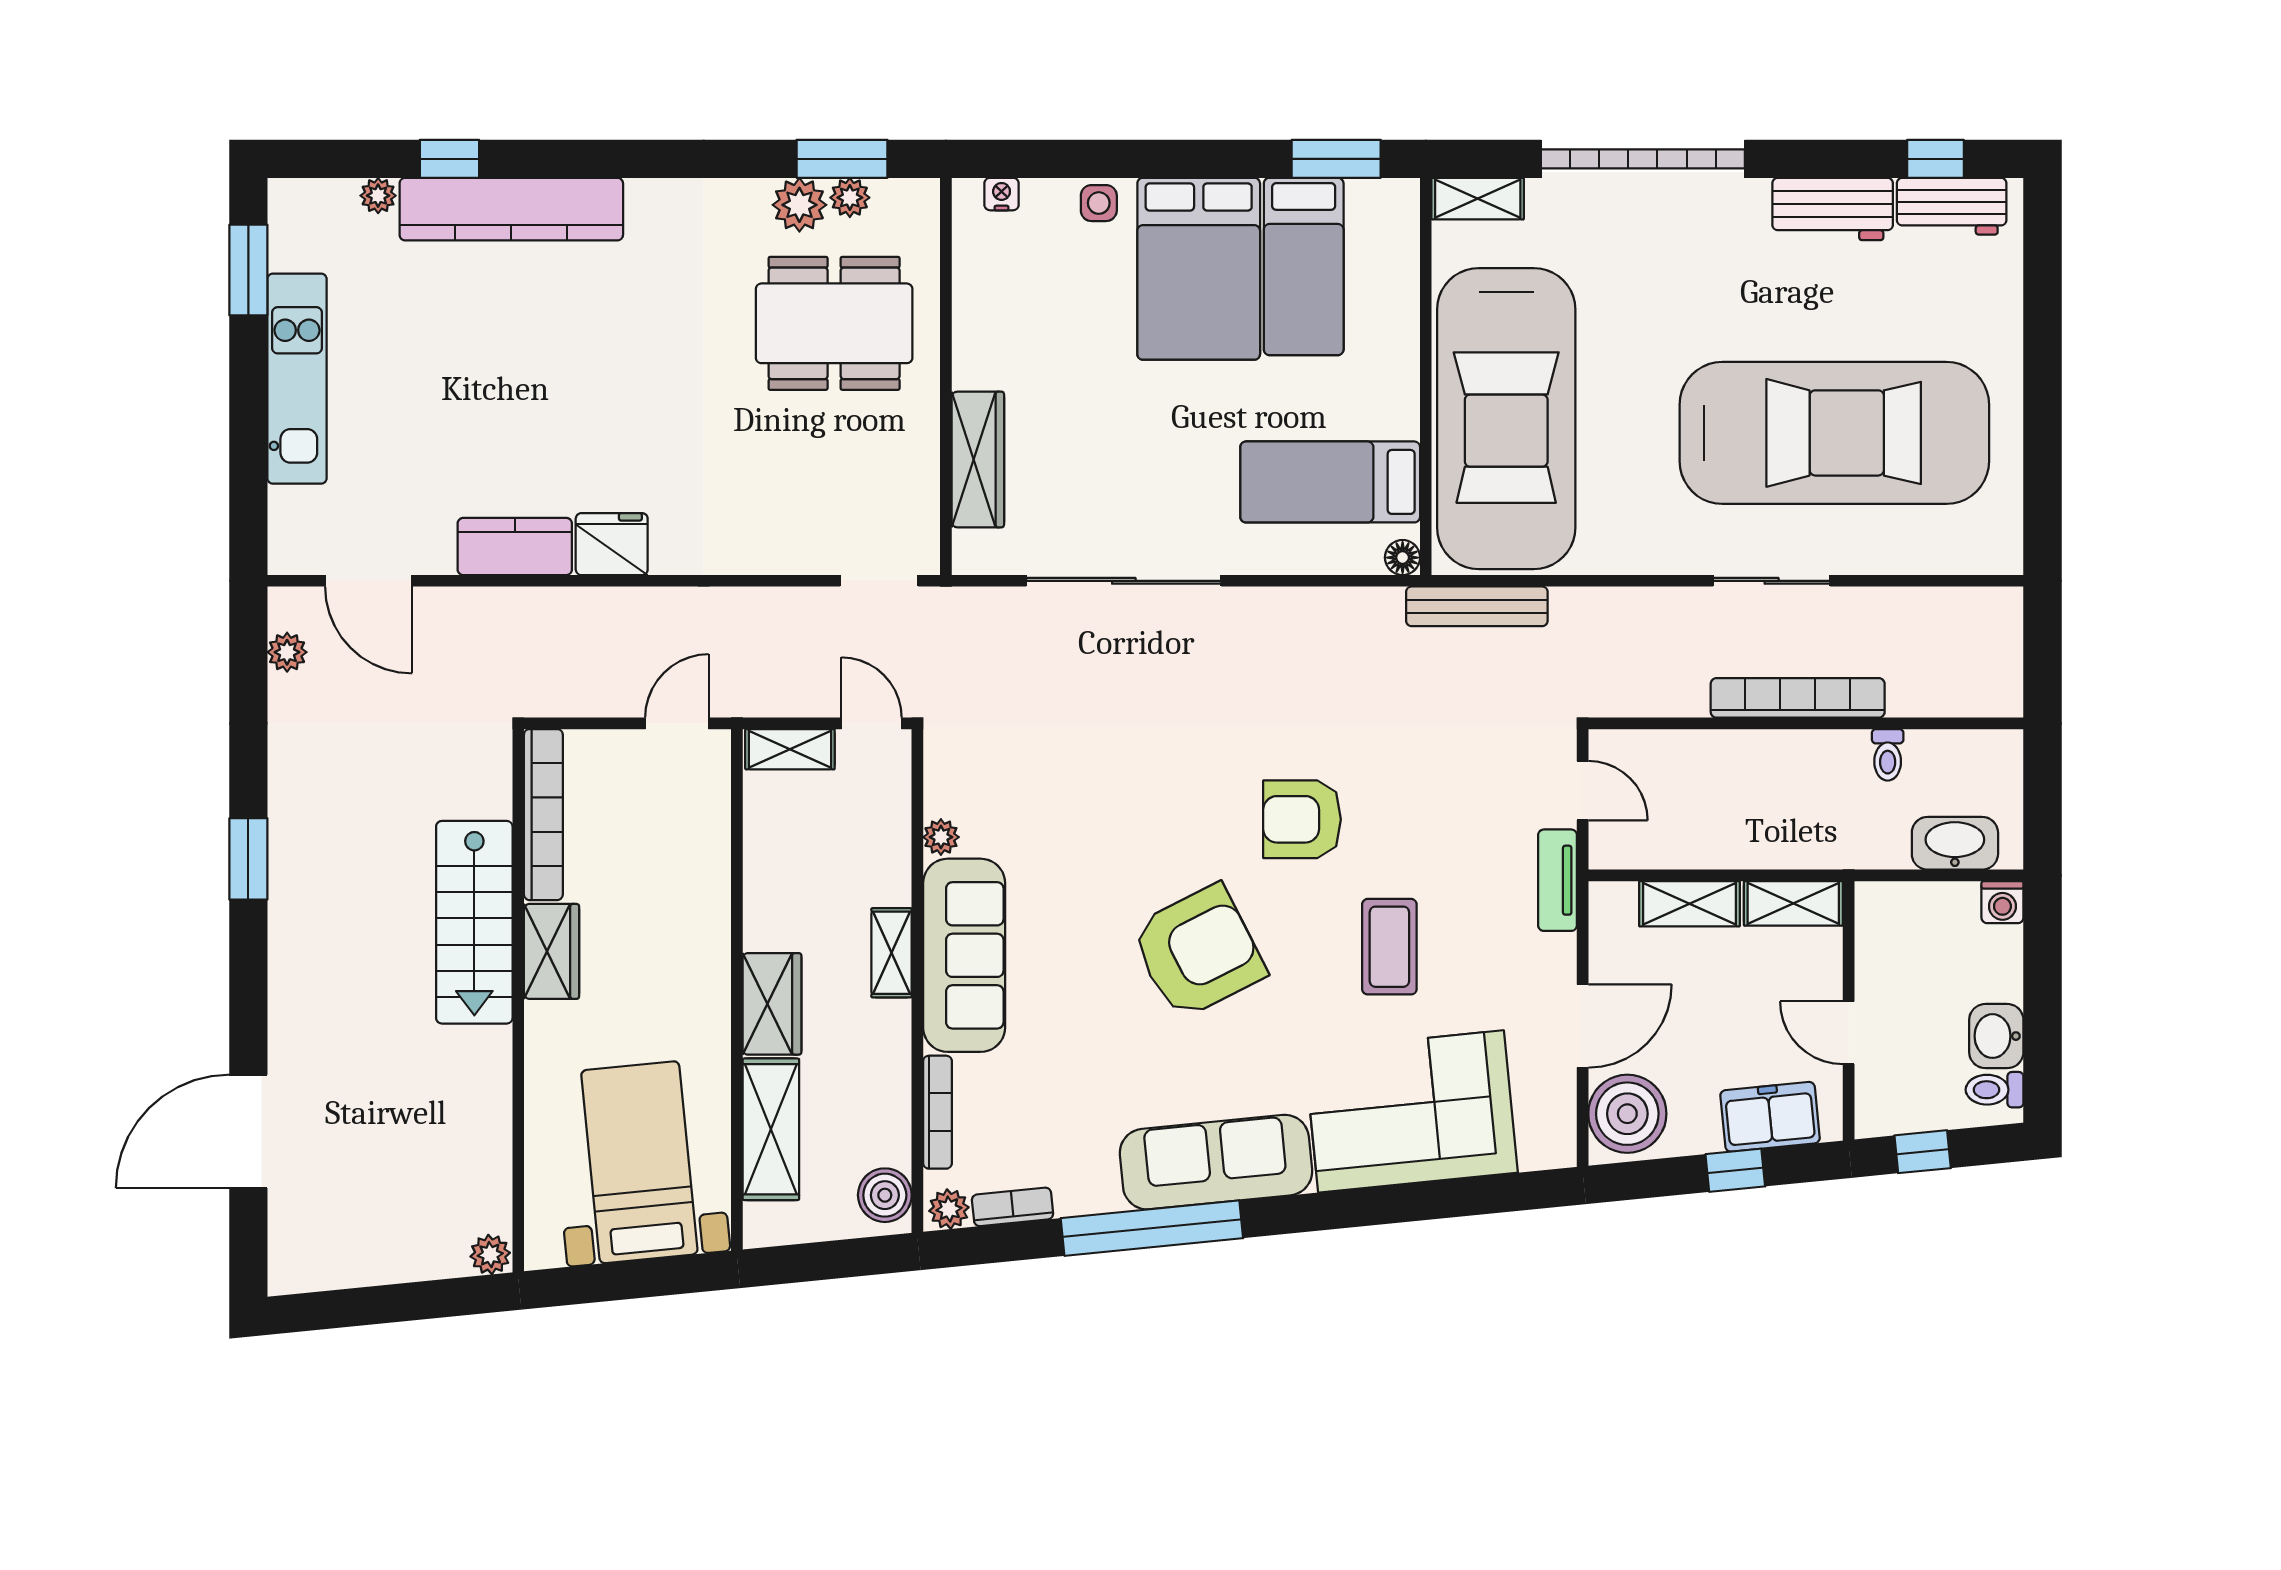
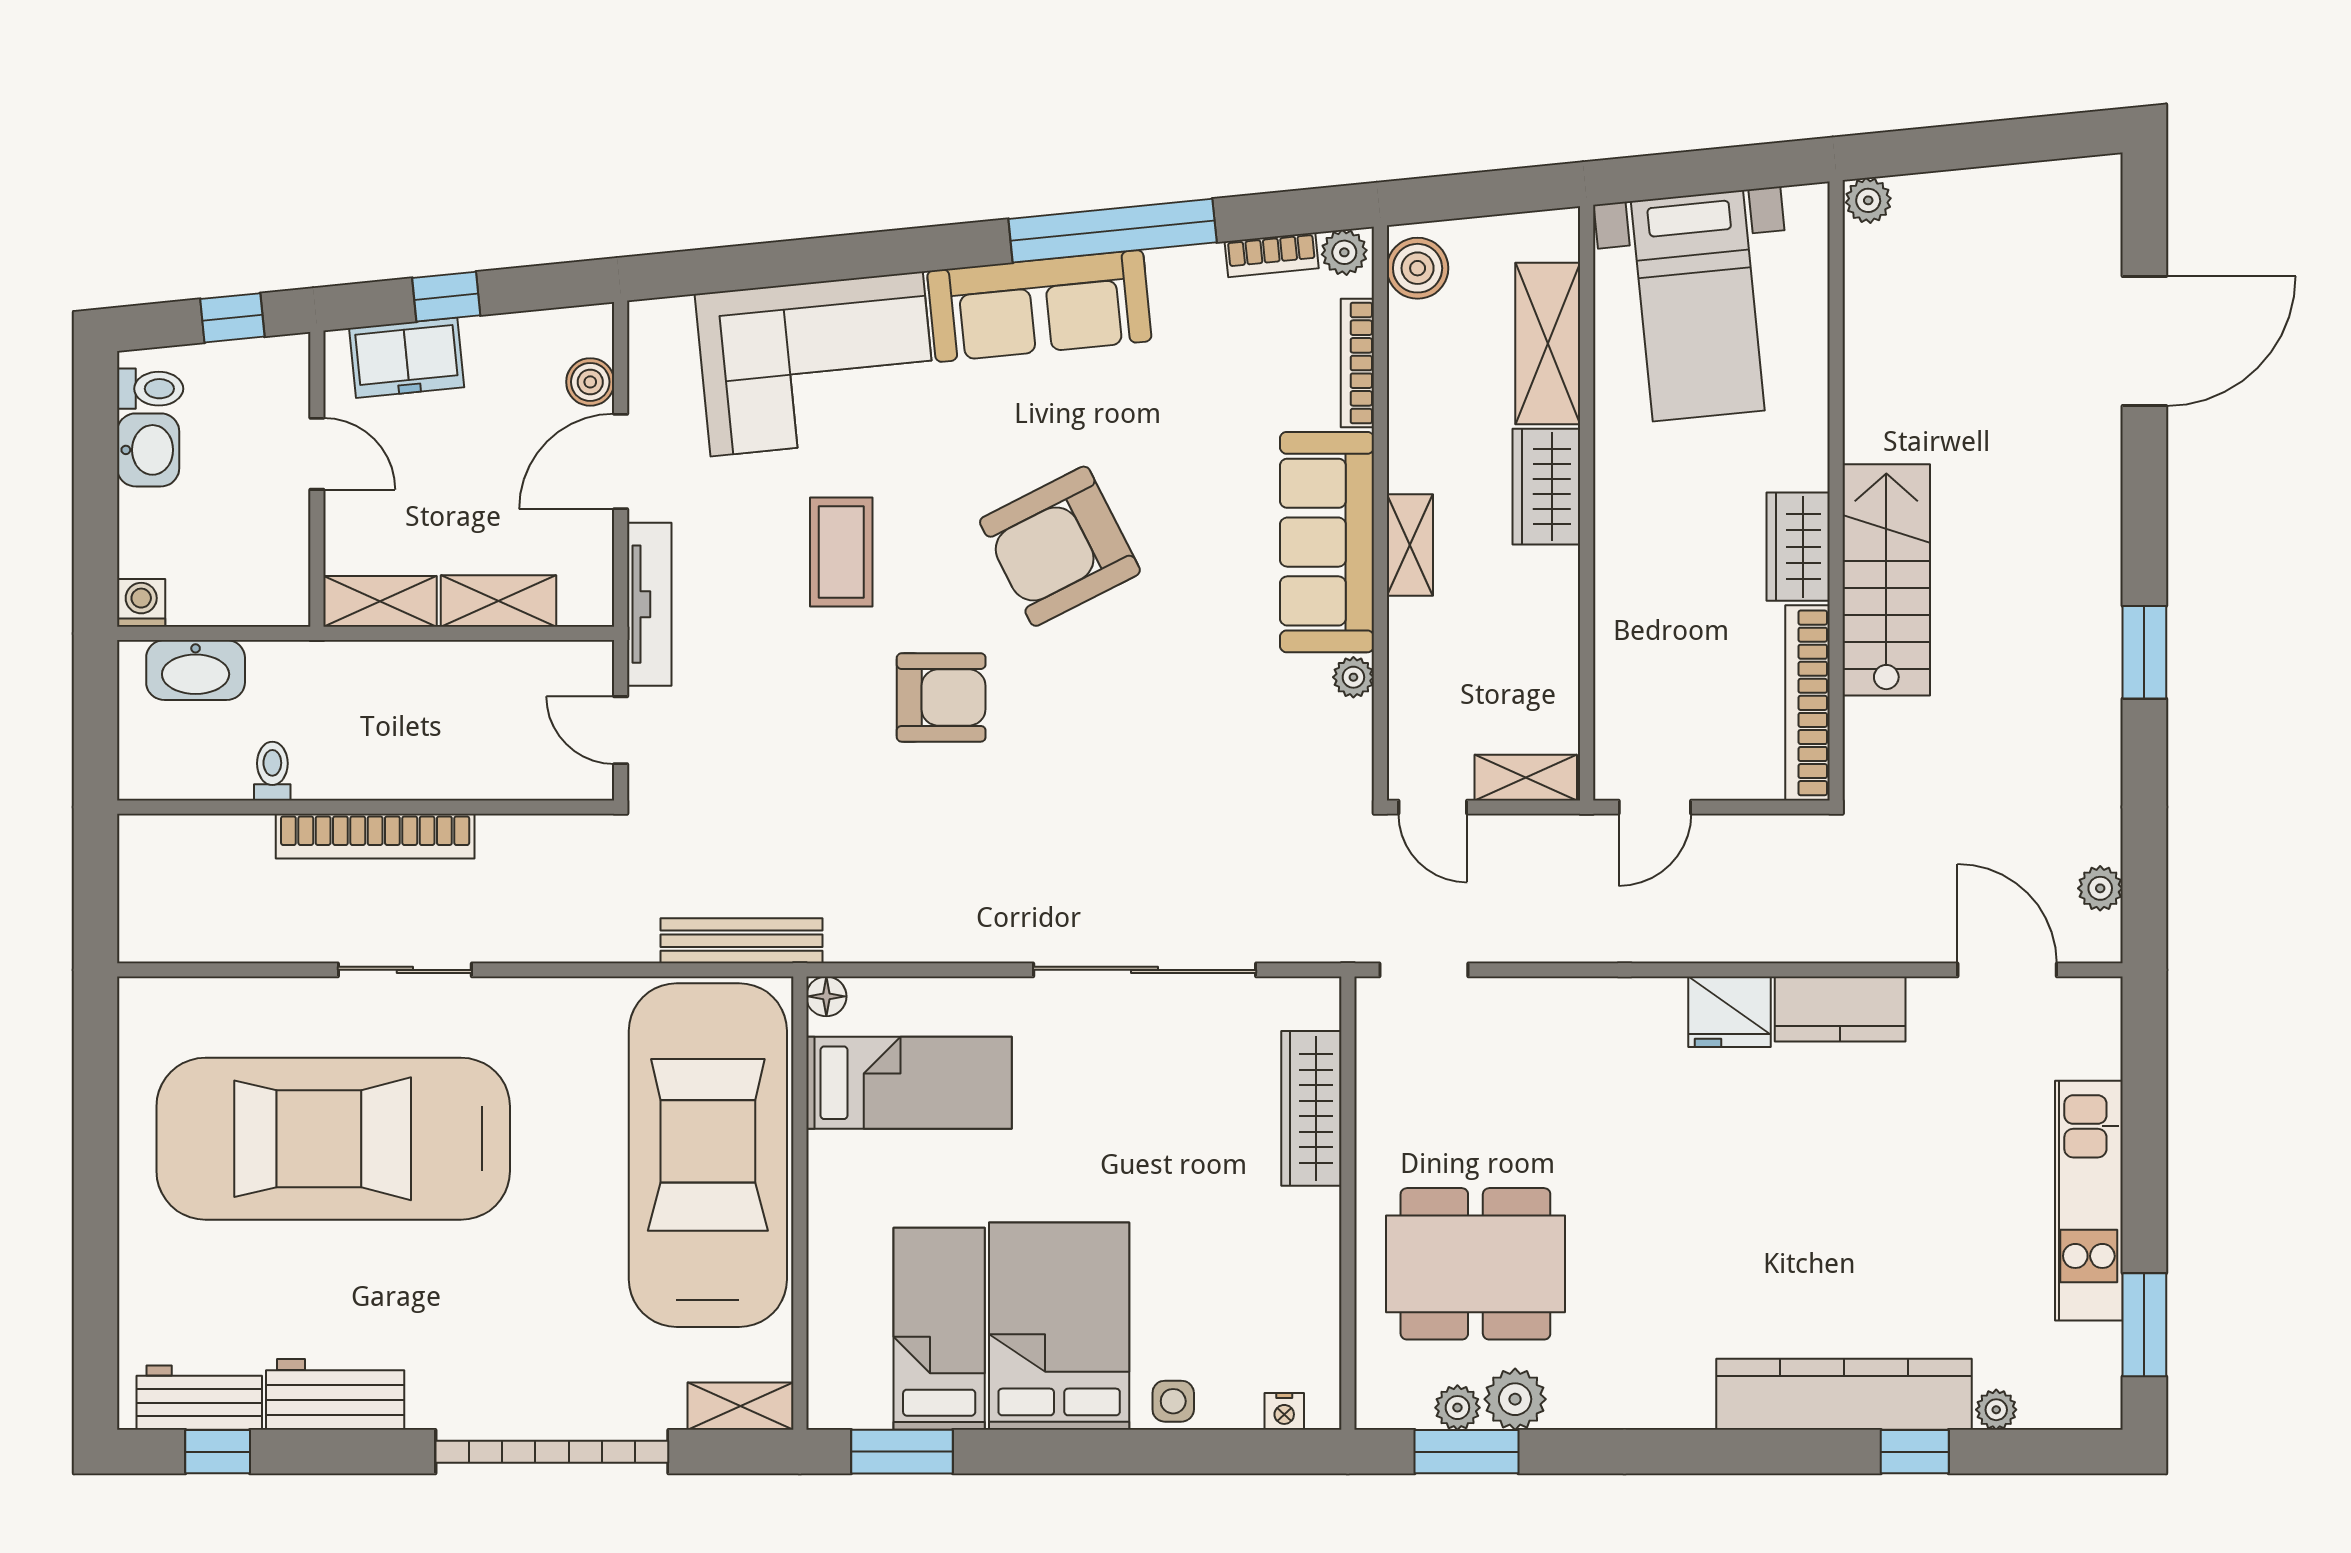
tv unit: (1558, 880) -> (649, 604), width x1.41
boiler: (1627, 1114) -> (590, 382), width x0.54, depth x0.54

